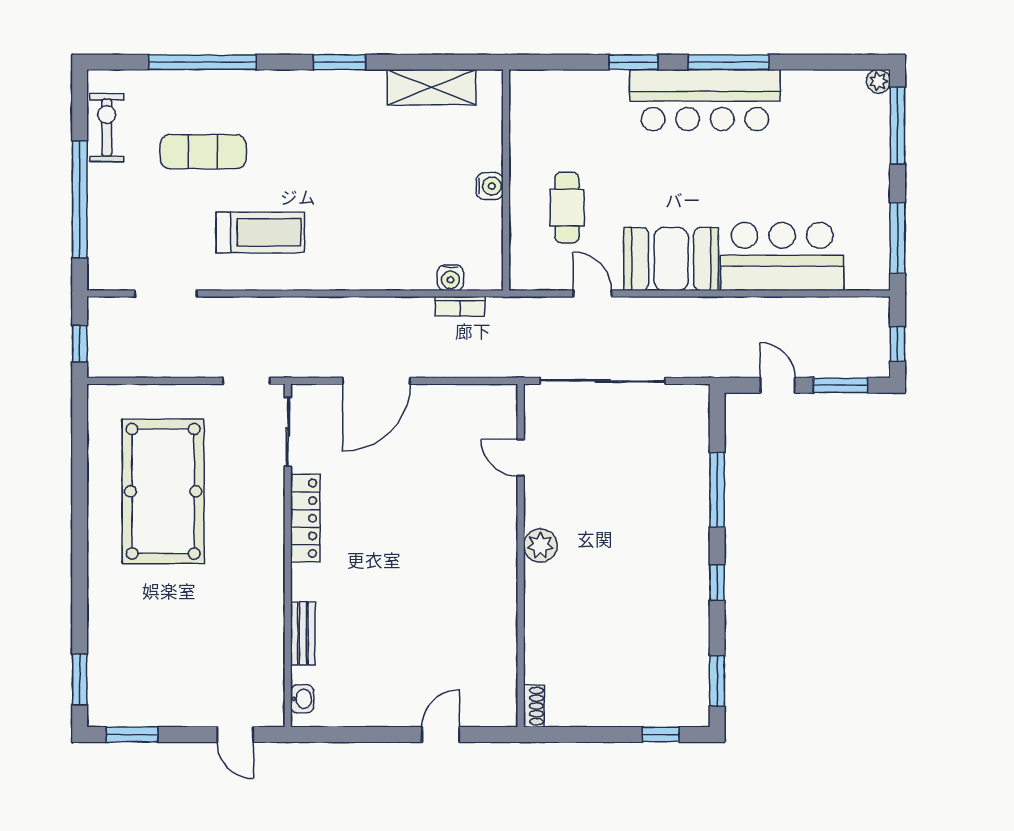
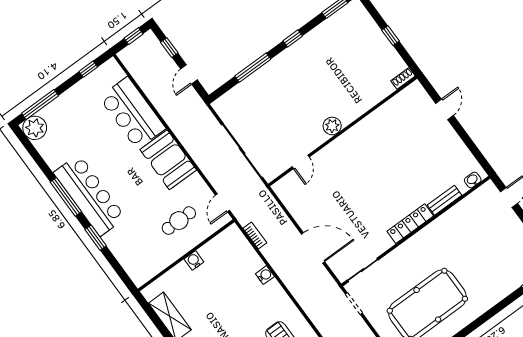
plant: (878, 81) -> (35, 128), width x1.87, depth x1.87
window: (898, 238) -> (88, 69), width x0.46
water cooler: (450, 278) -> (265, 275), moved
door: (592, 294) -> (223, 203), moved
window: (840, 385) -> (169, 48), width x0.67
locker: (305, 518) -> (410, 224), moved
door: (441, 734) -> (445, 109), swing flipped
window: (661, 734) -> (391, 36), moved

